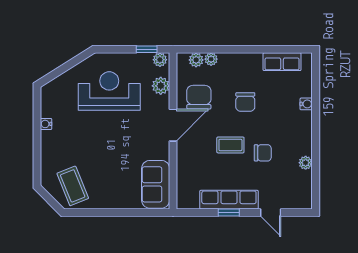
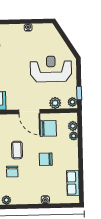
reception desk: (109, 91) -> (51, 69), turned -90

